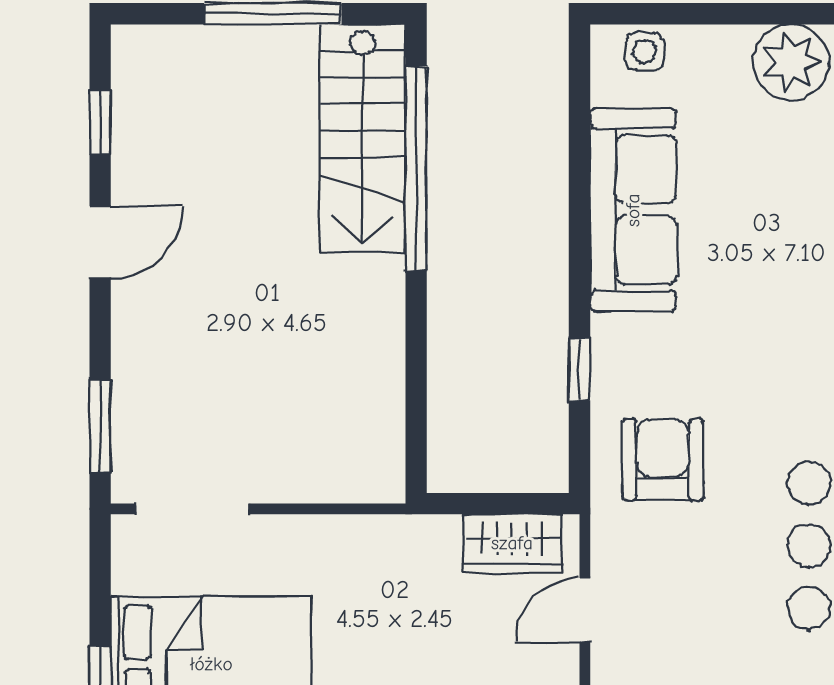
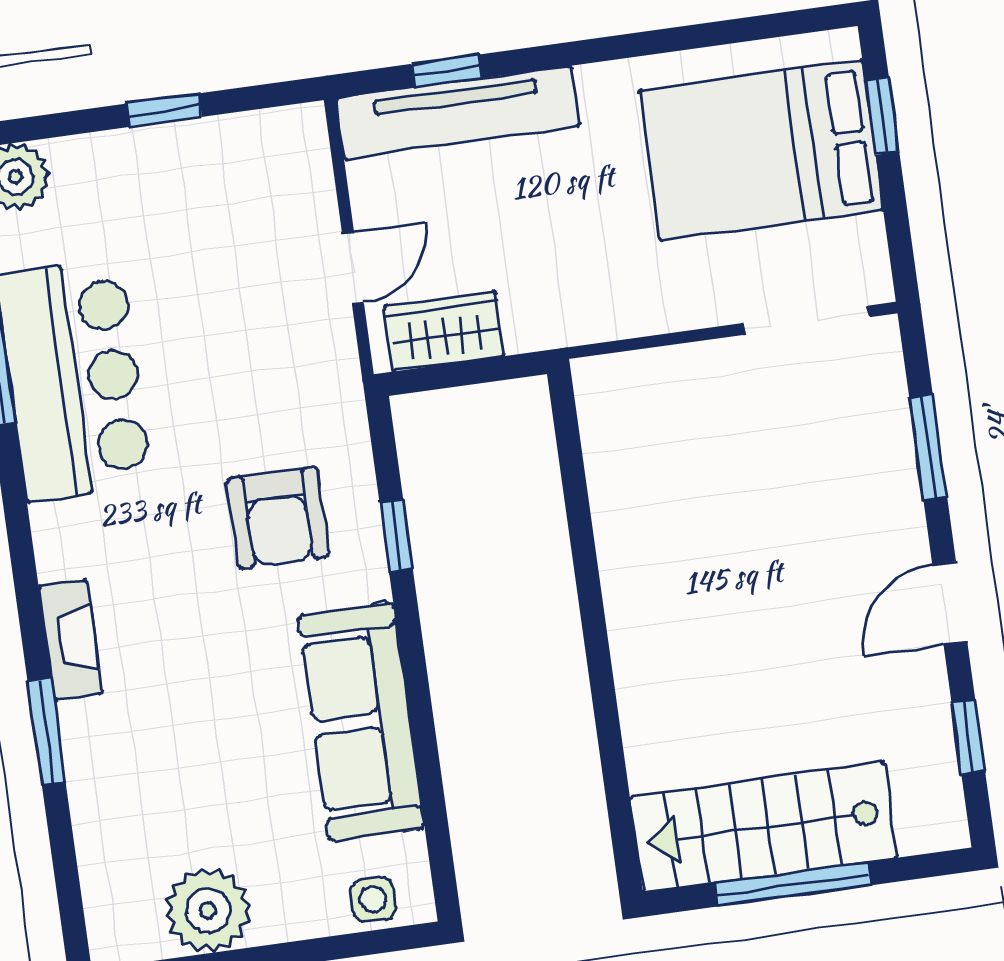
stairs: (363, 138) -> (764, 827), moved, turned -90
window: (416, 169) -> (609, 734), removed
window: (100, 426) -> (928, 448), moved
armchair: (663, 459) -> (278, 518), moved

